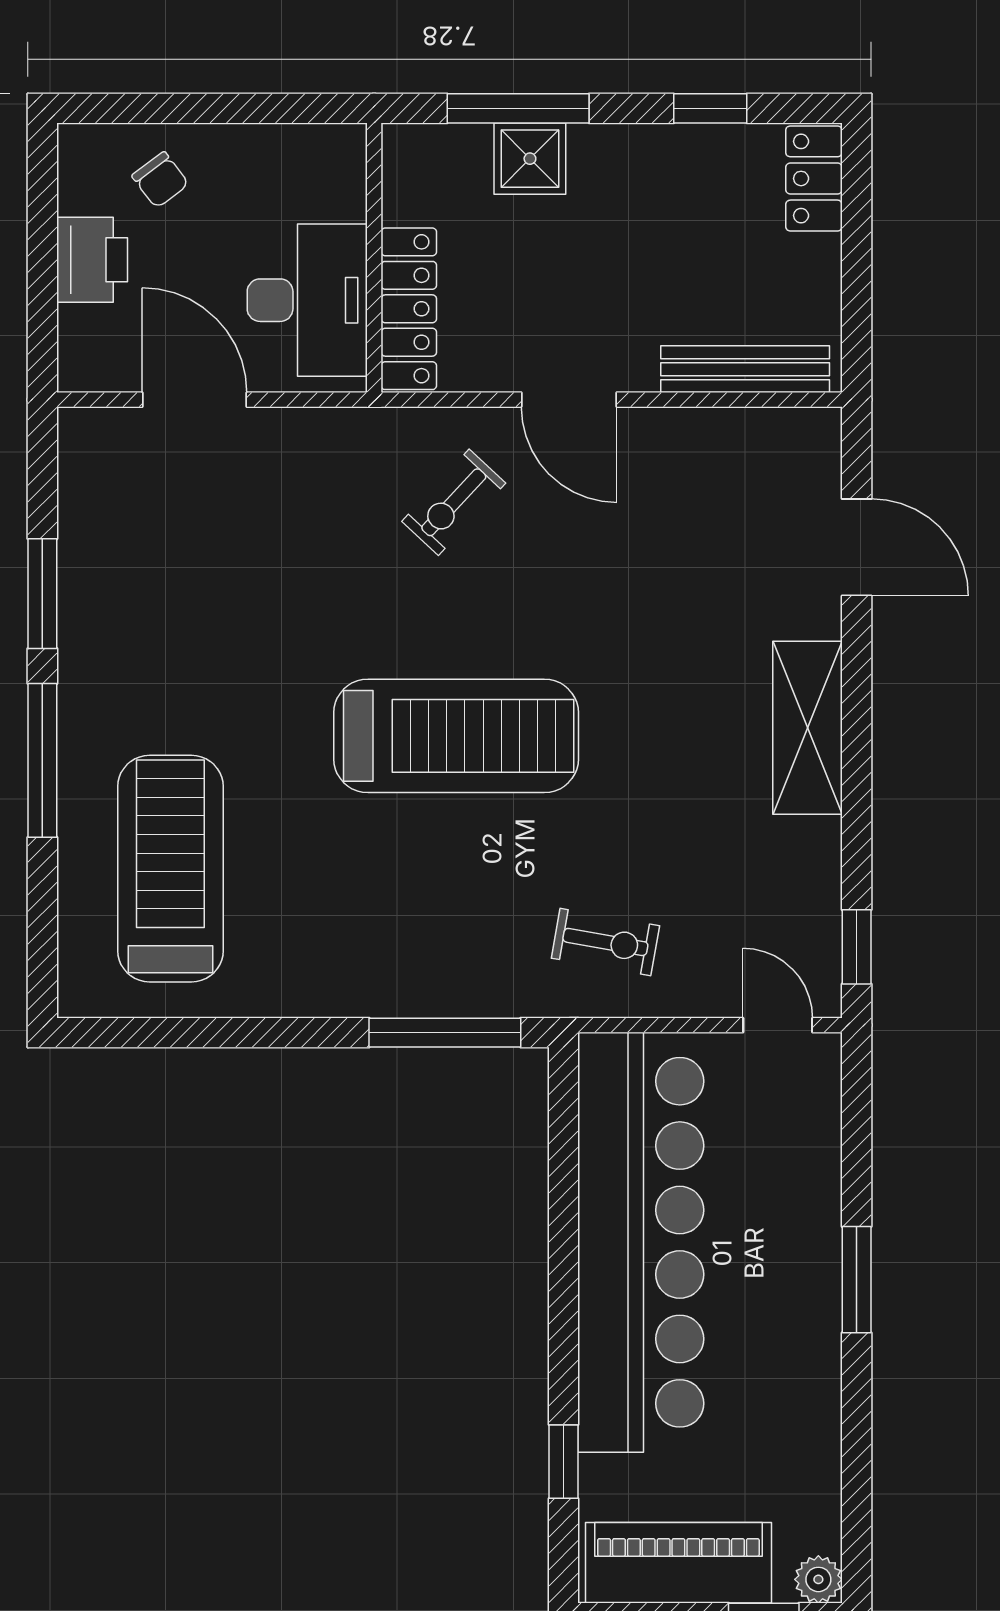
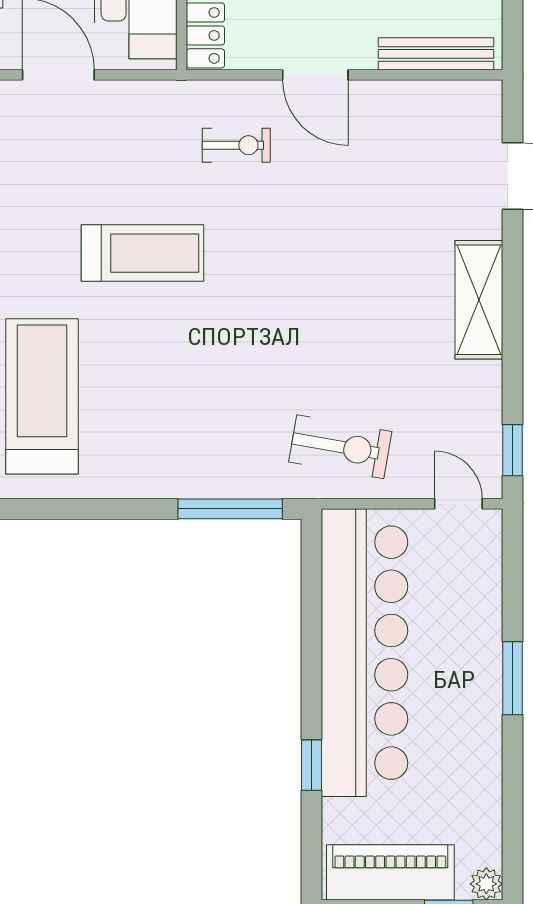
exercise bike: (454, 502) -> (236, 145), turned -133
treadmill: (456, 736) -> (142, 253), moved, width x0.73, depth x0.73
exercise bike: (605, 942) -> (340, 447), width x1.38, depth x1.39
window: (564, 1462) -> (311, 765), moved

